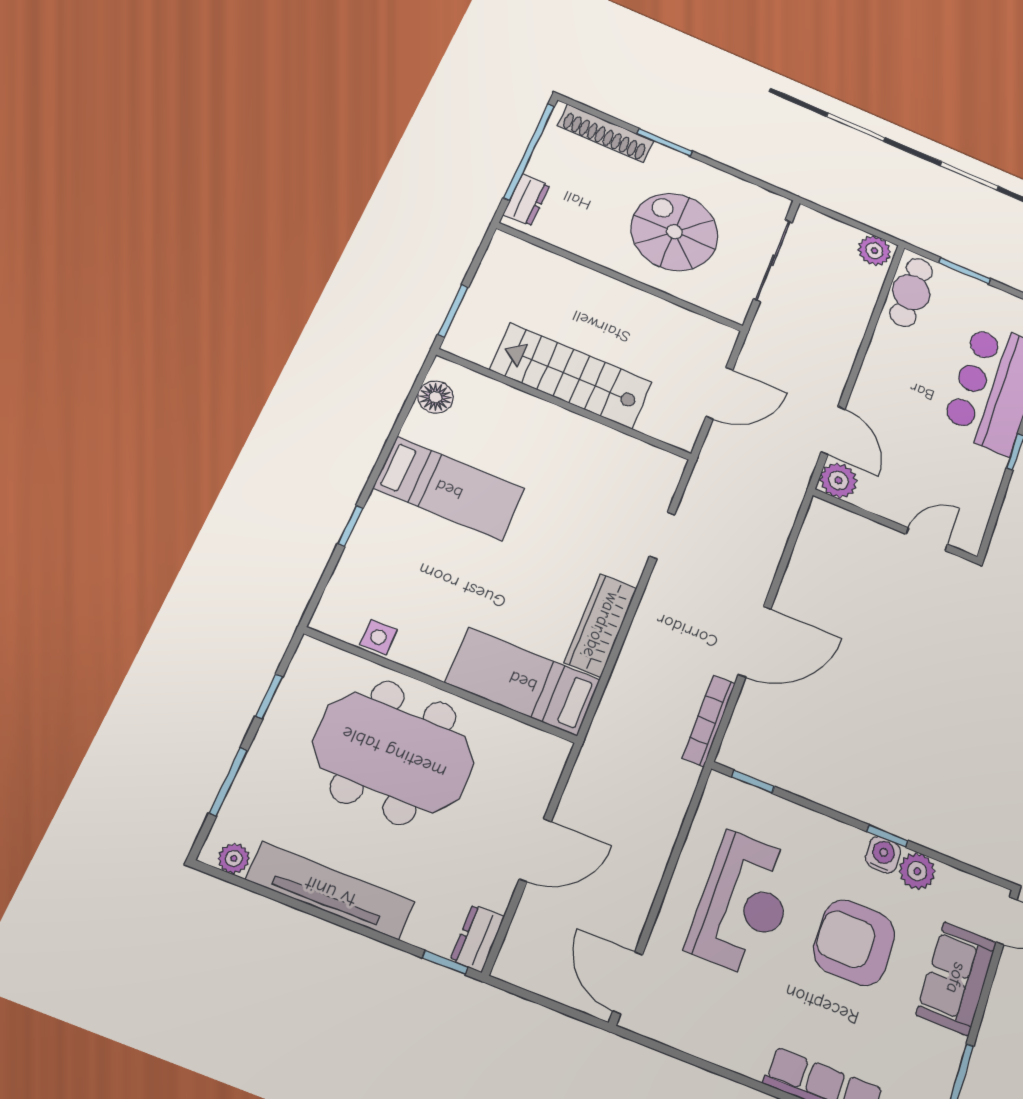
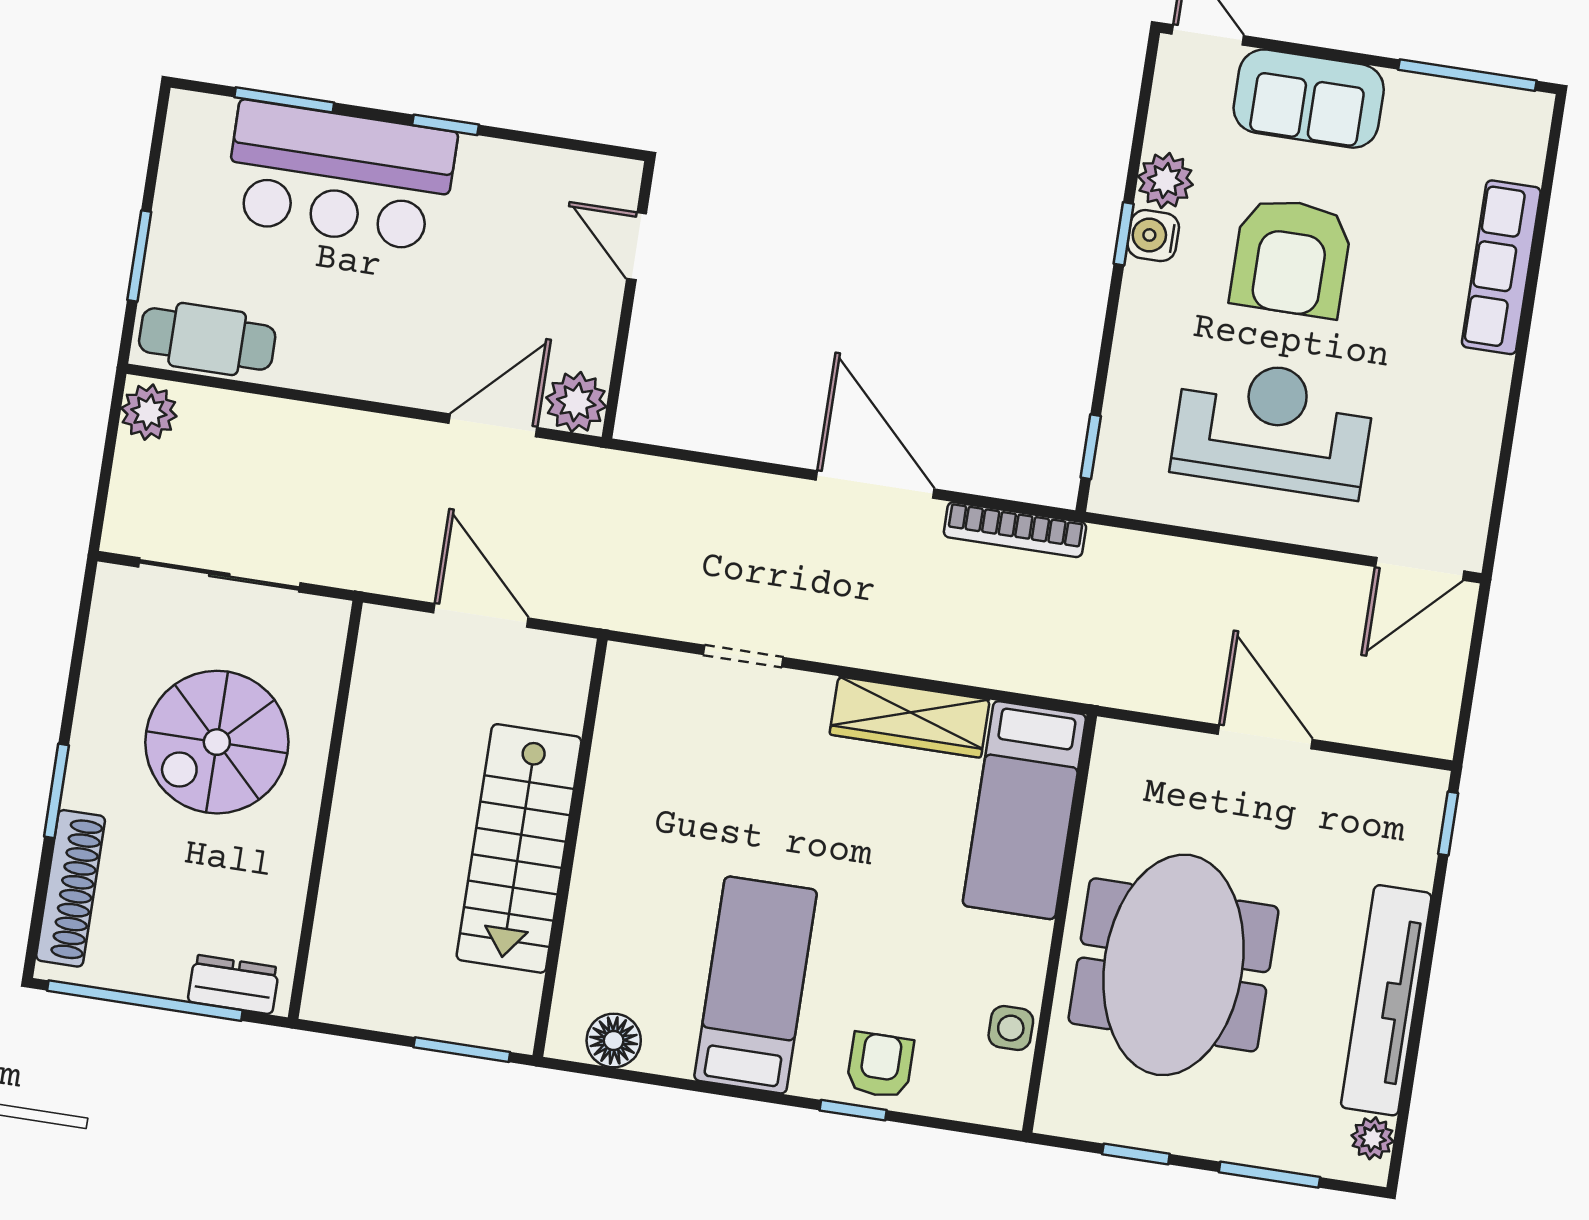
armchair: (376, 550) -> (880, 1065), added
dresser: (477, 938) -> (1405, 788), removed

